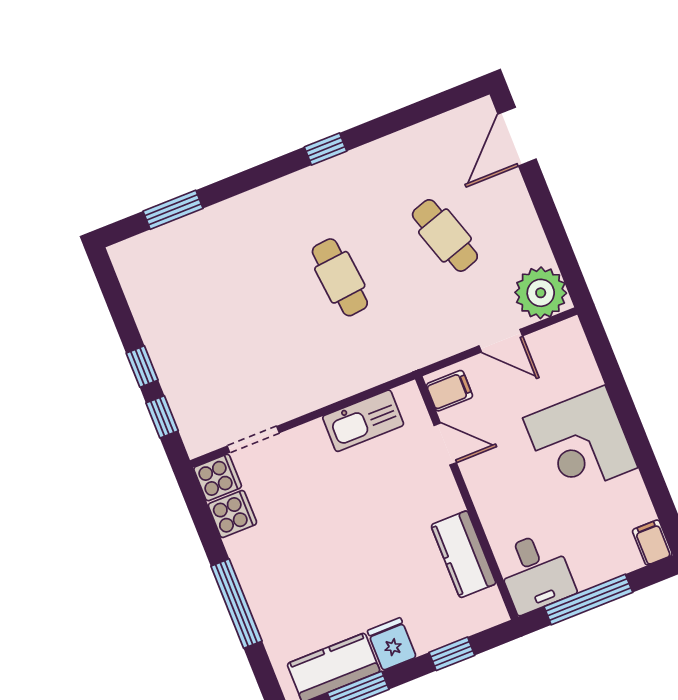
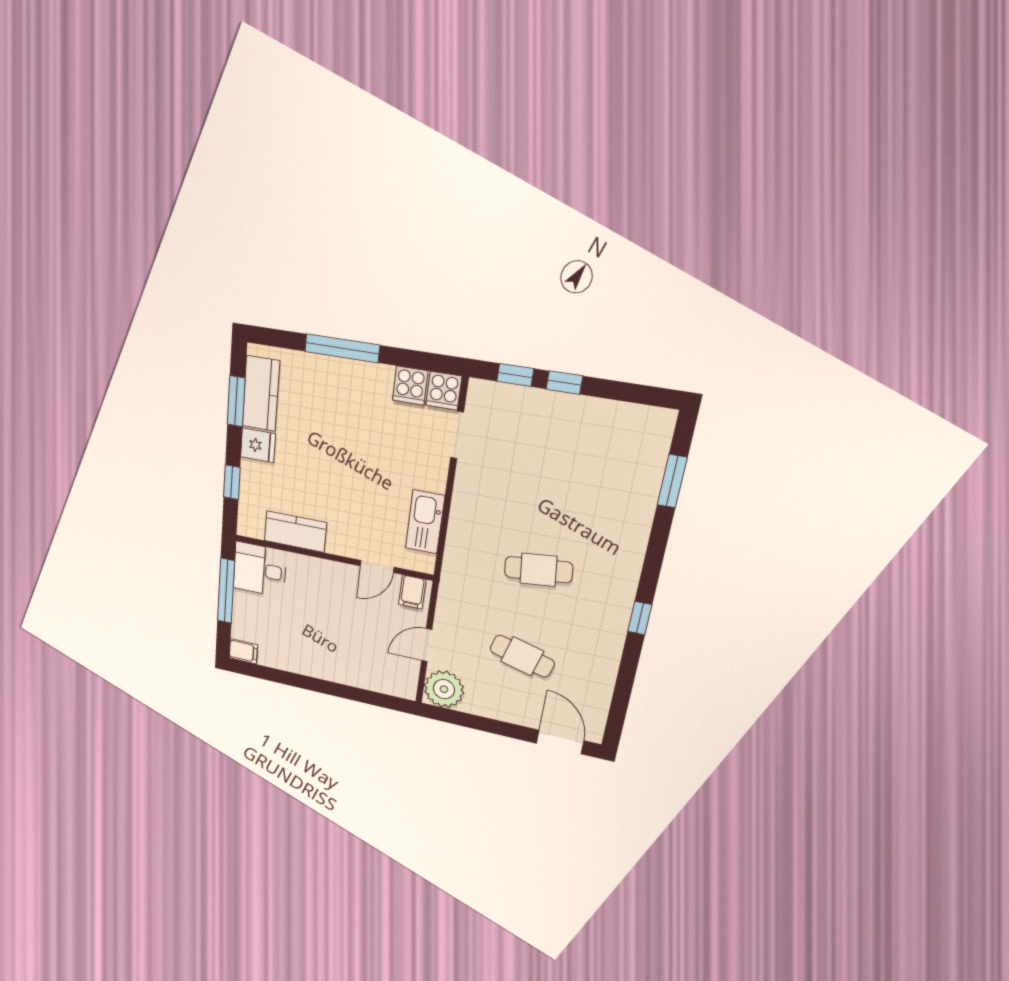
cafe table: (445, 235) -> (522, 656), turned 33
corner desk: (580, 443) -> (330, 650), removed

